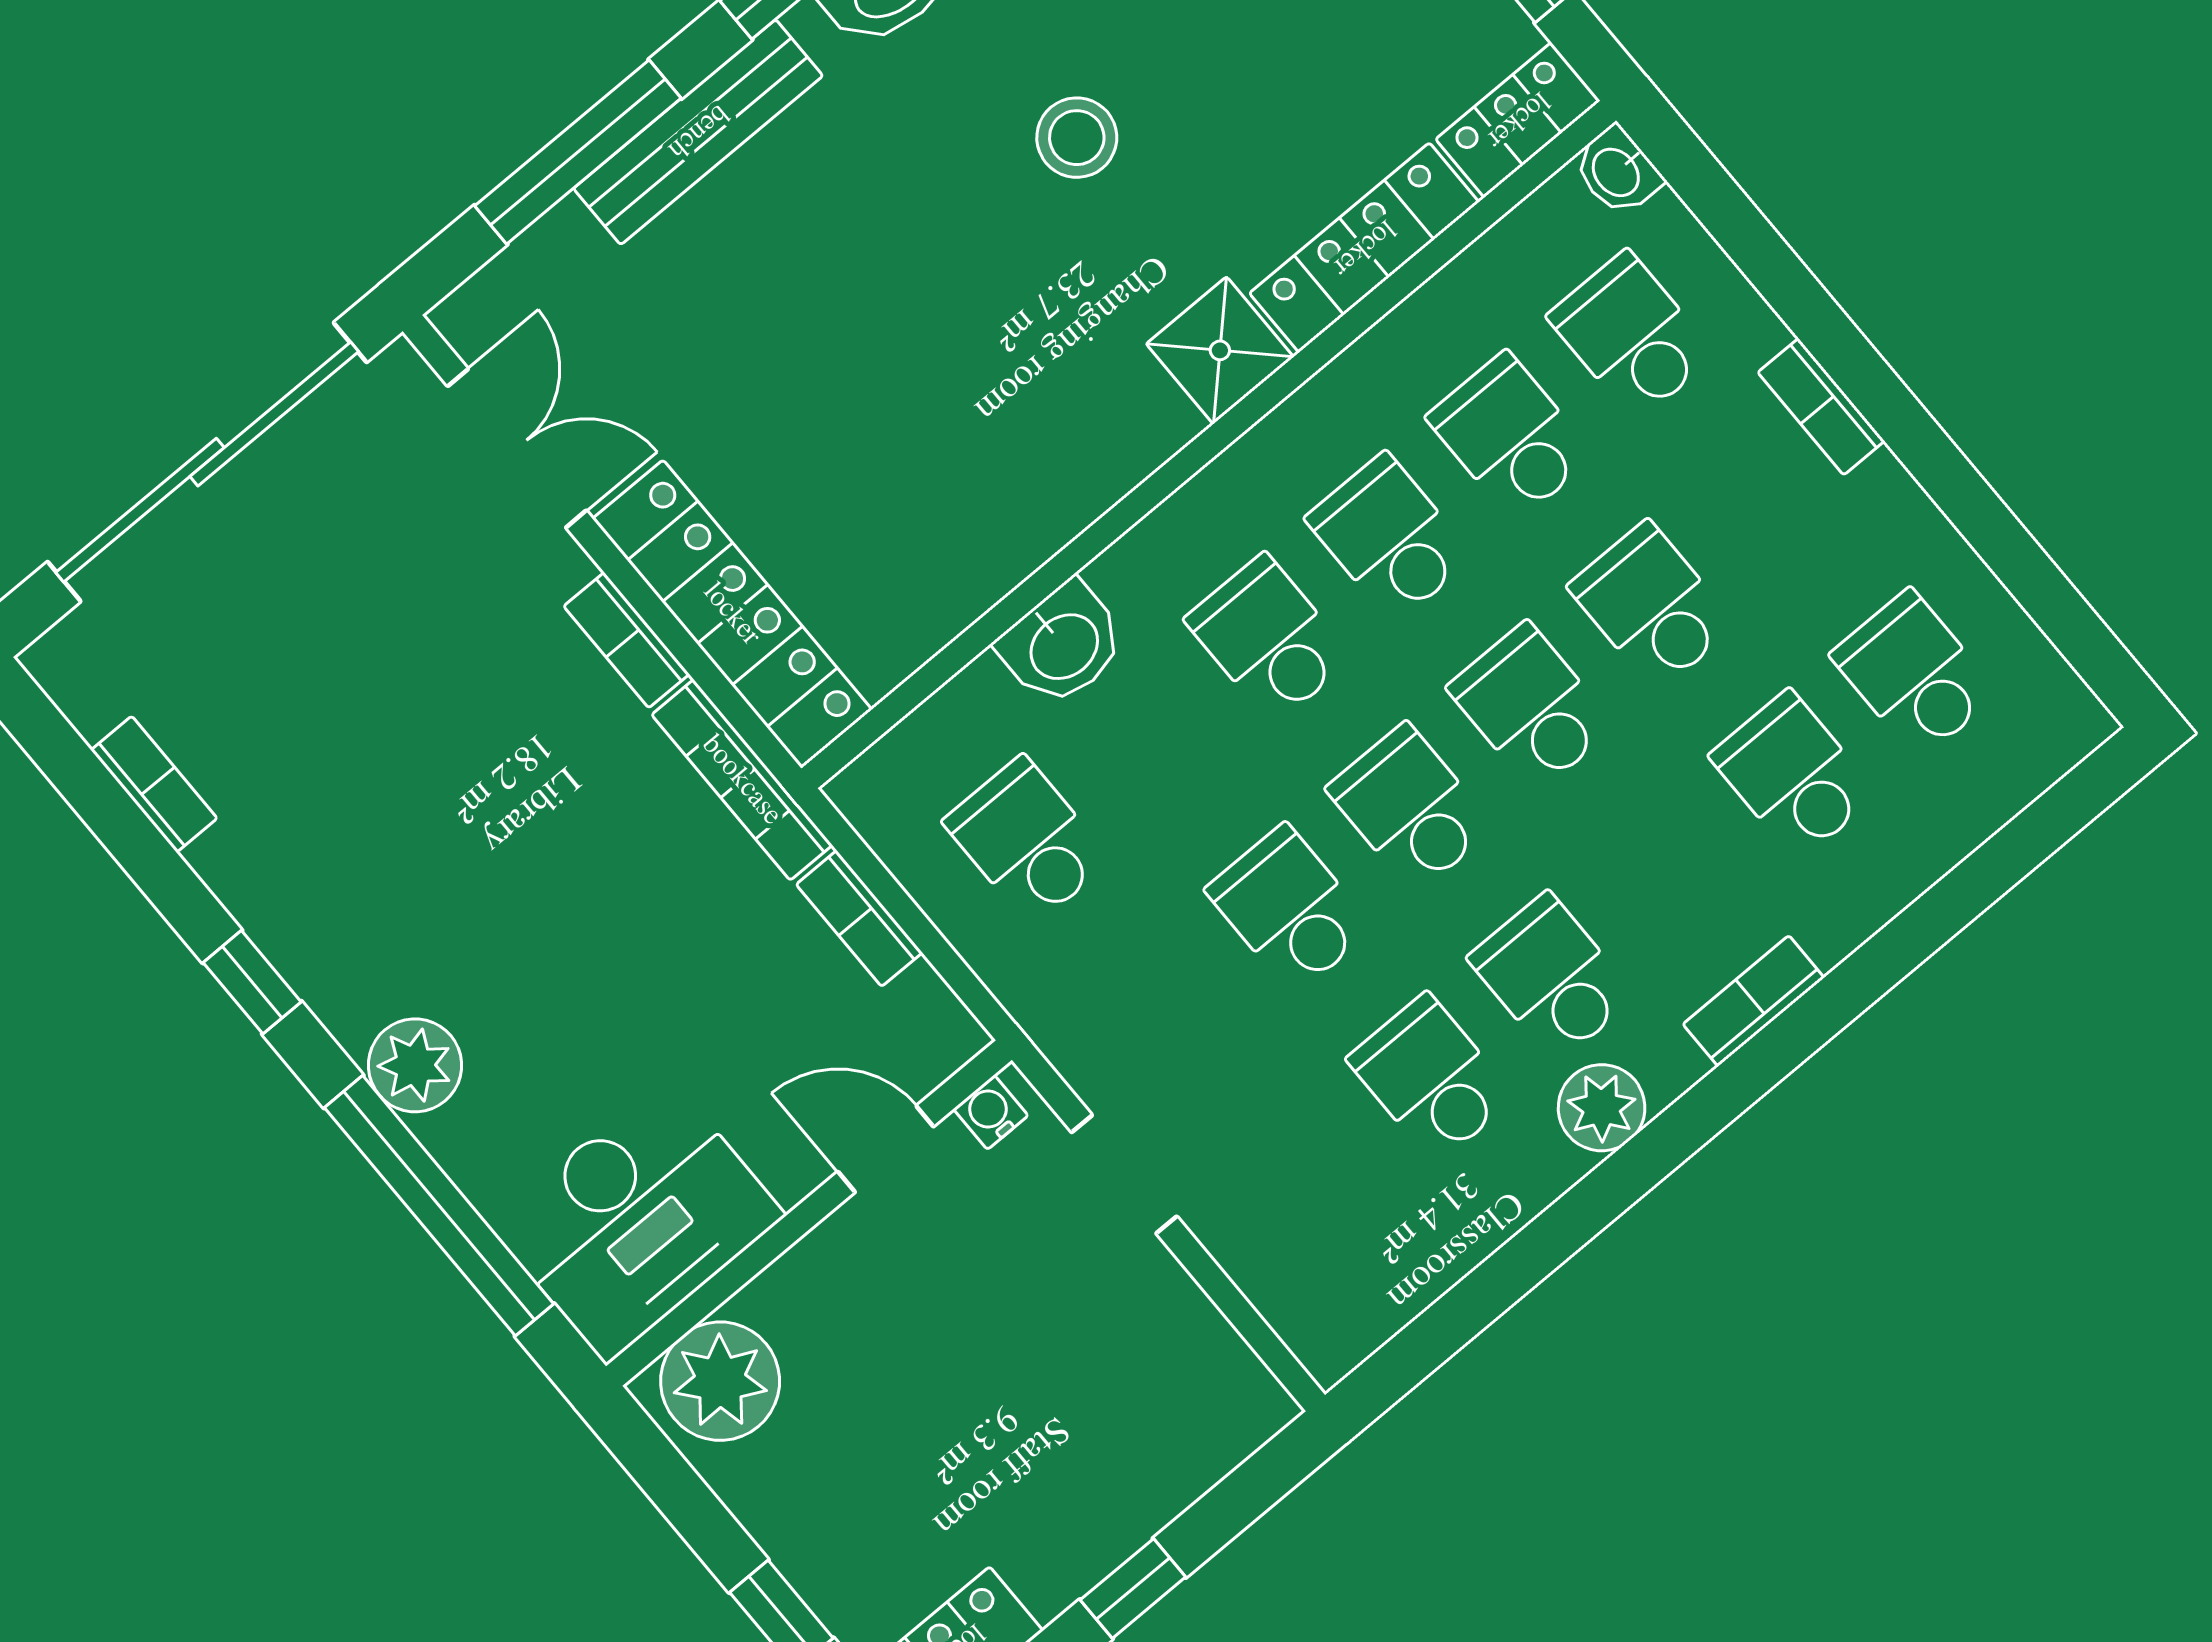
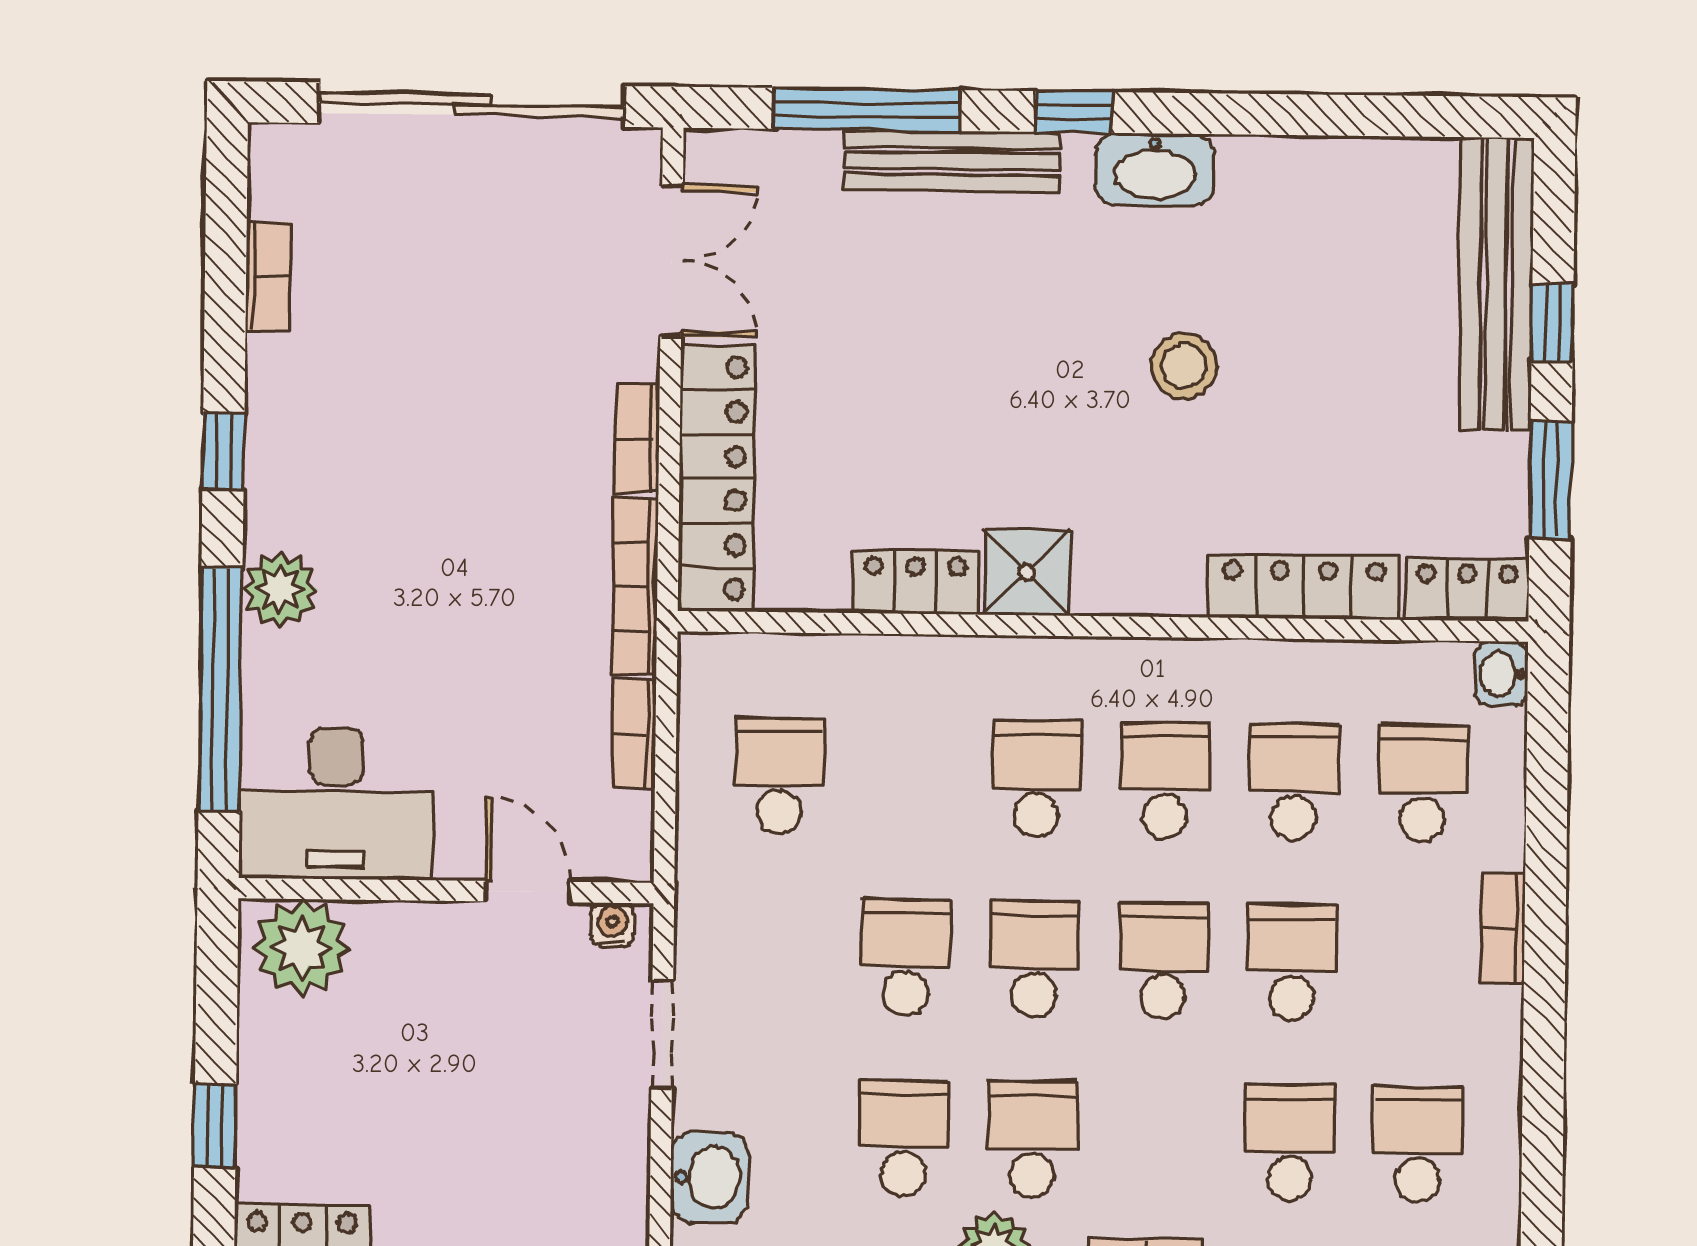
shower: (1220, 350) -> (1027, 572), moved
locker: (999, 553) -> (915, 582), added
washbasin: (1063, 644) -> (709, 1177), moved, turned -90

